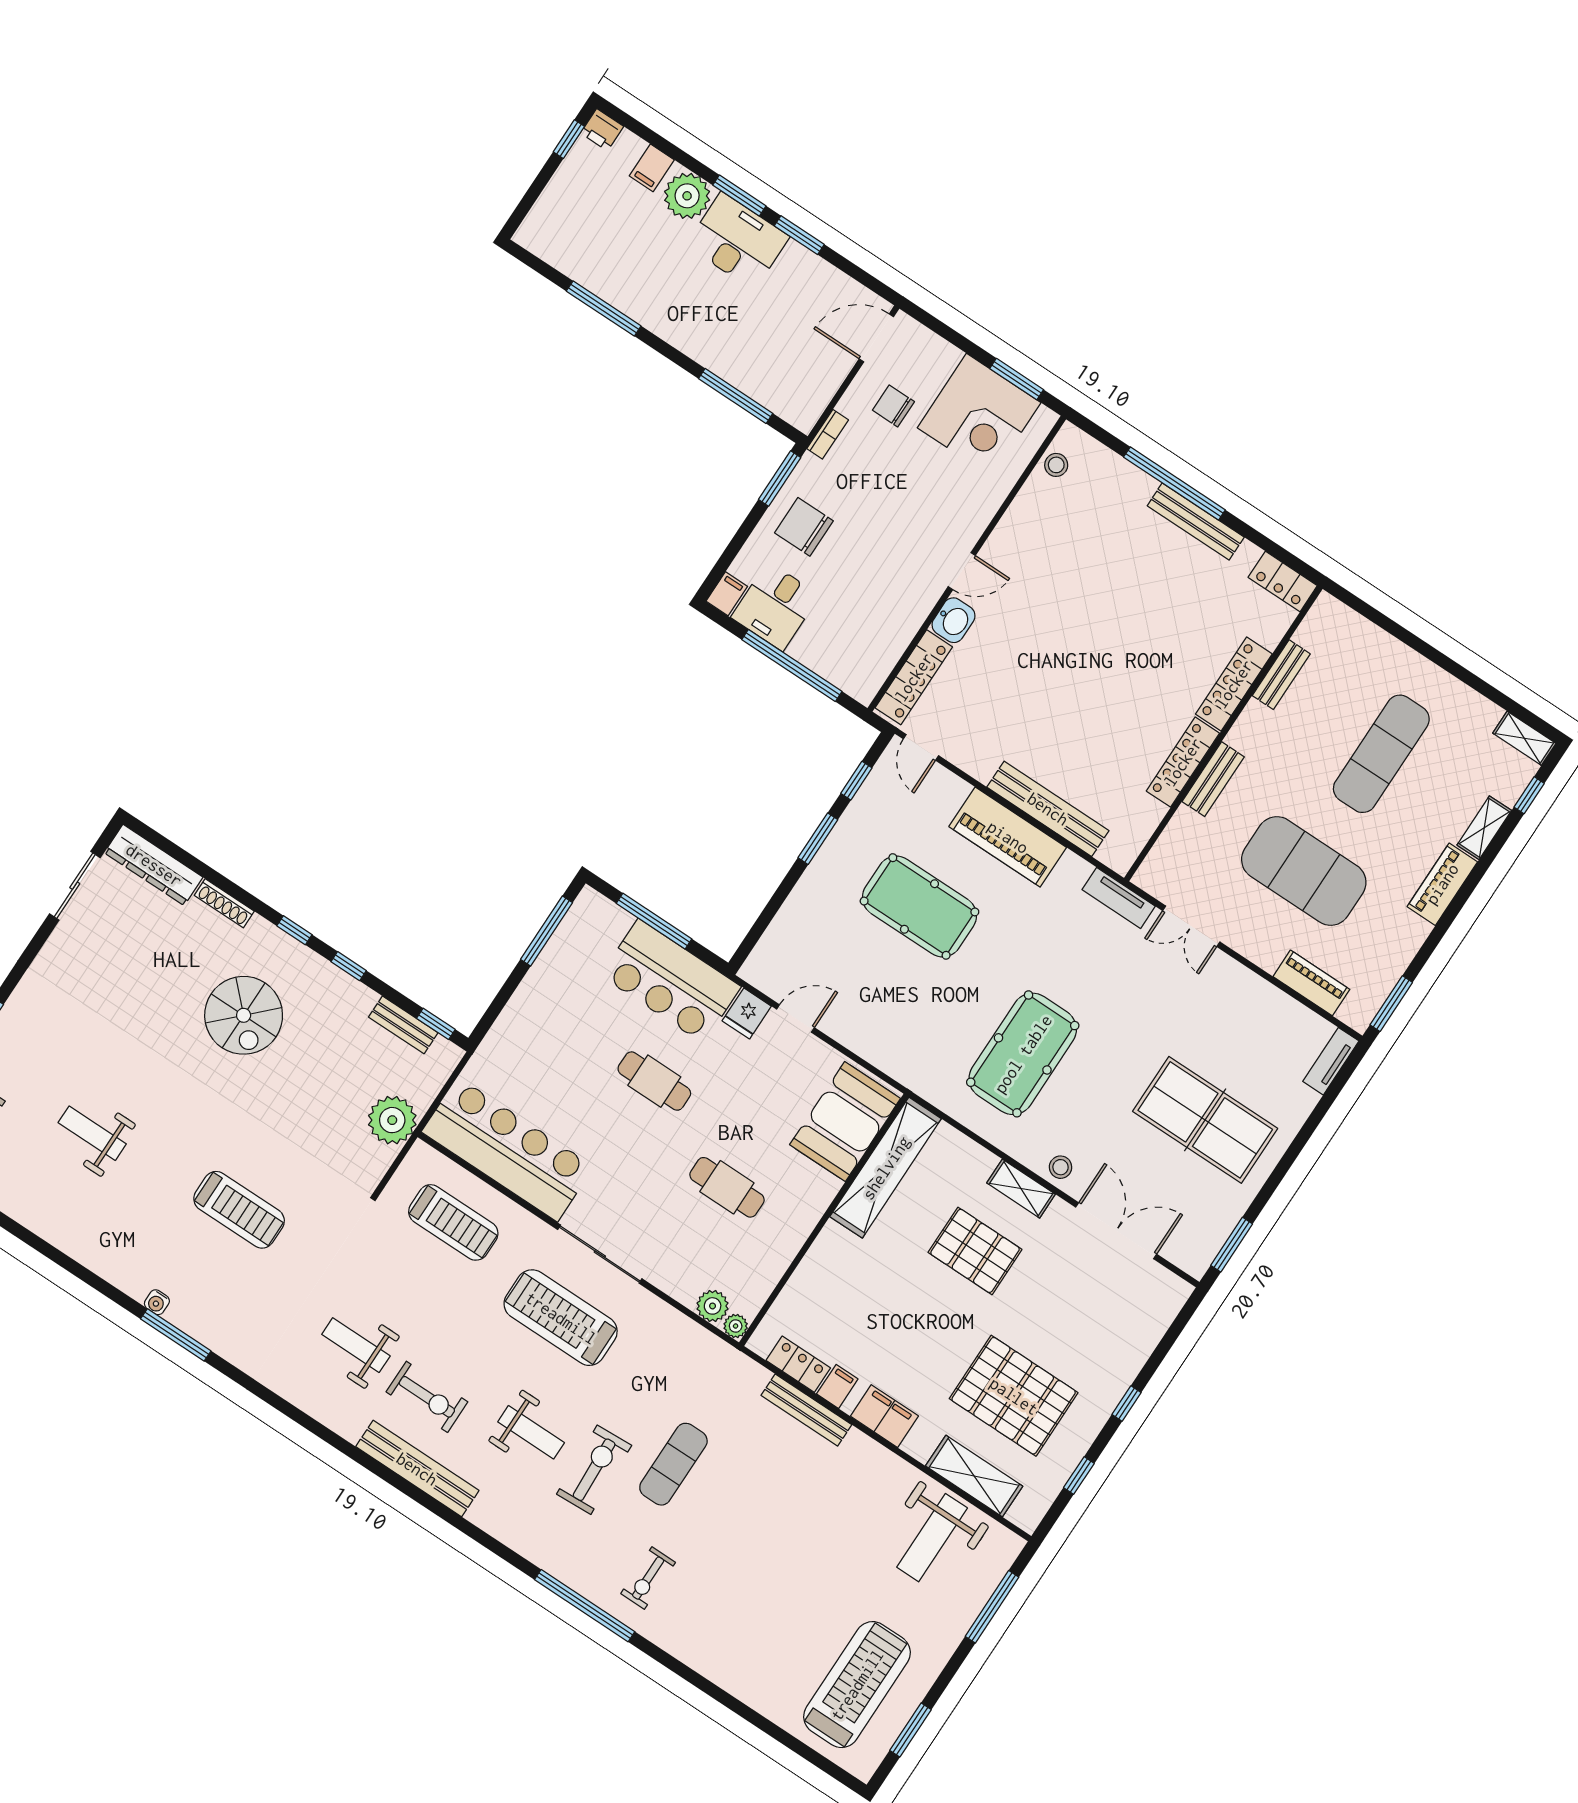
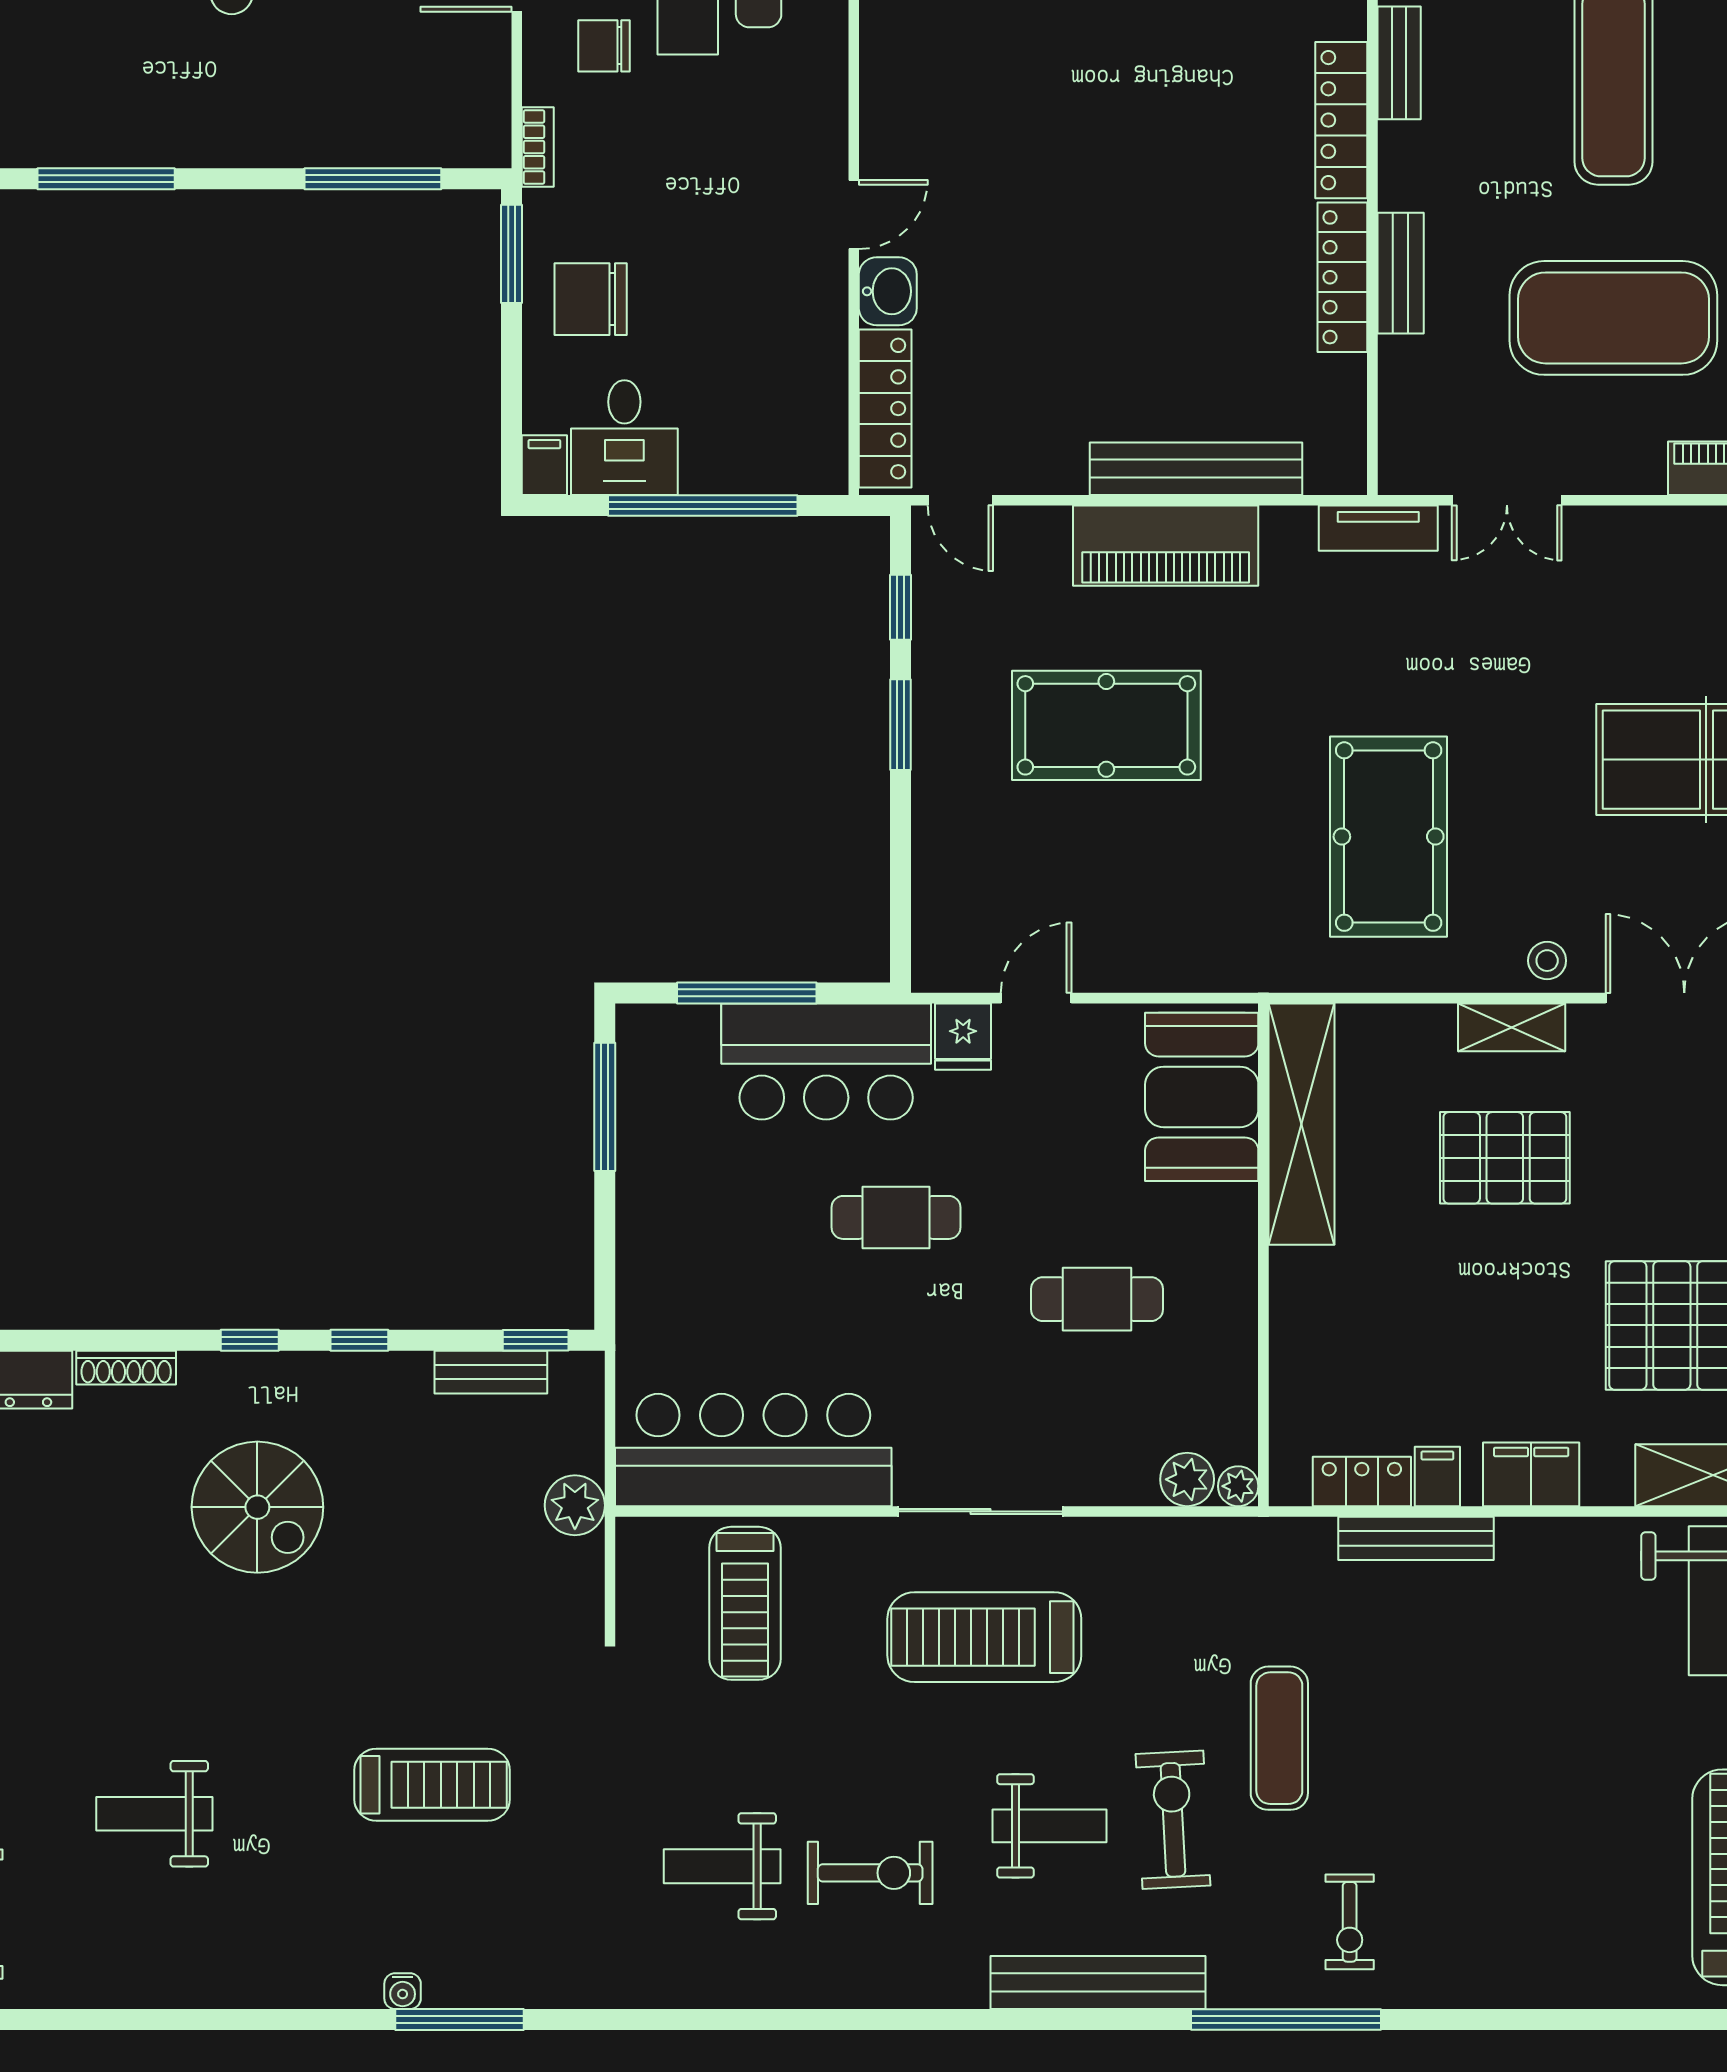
plant: (392, 1120) -> (575, 1505), width x0.73, depth x0.73
treadmill: (453, 1222) -> (745, 1603), turned 90
bench: (417, 1469) -> (1098, 1983), moved

